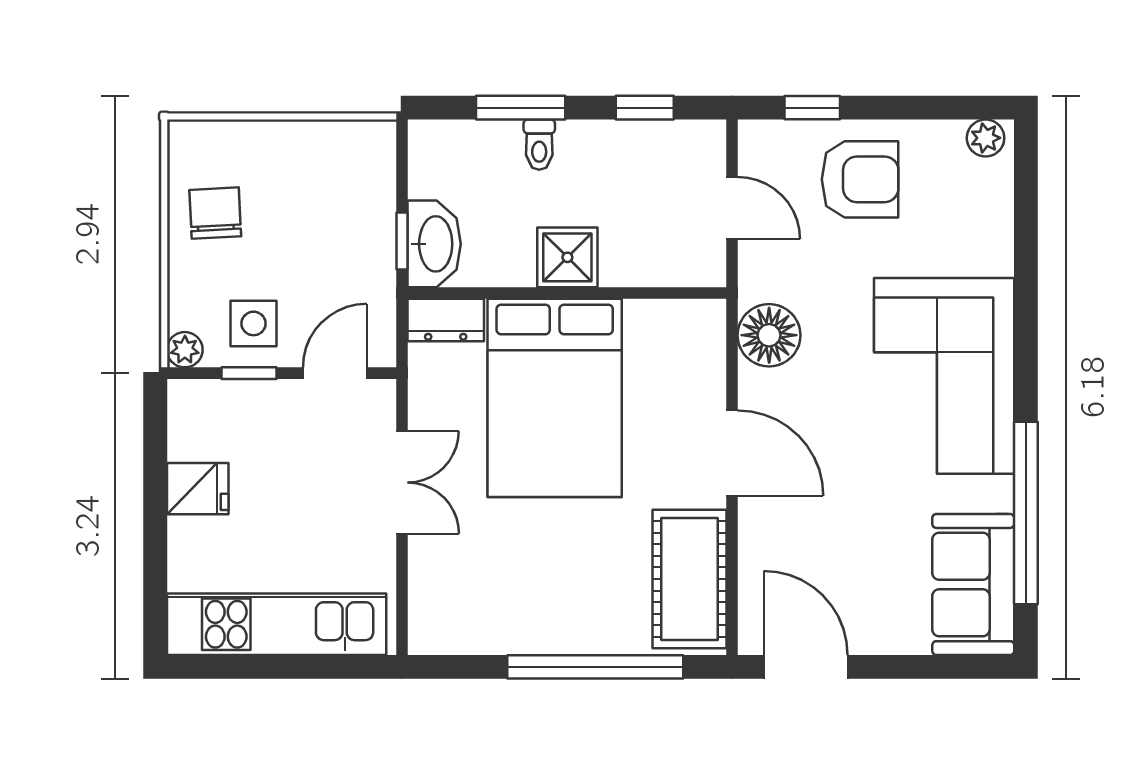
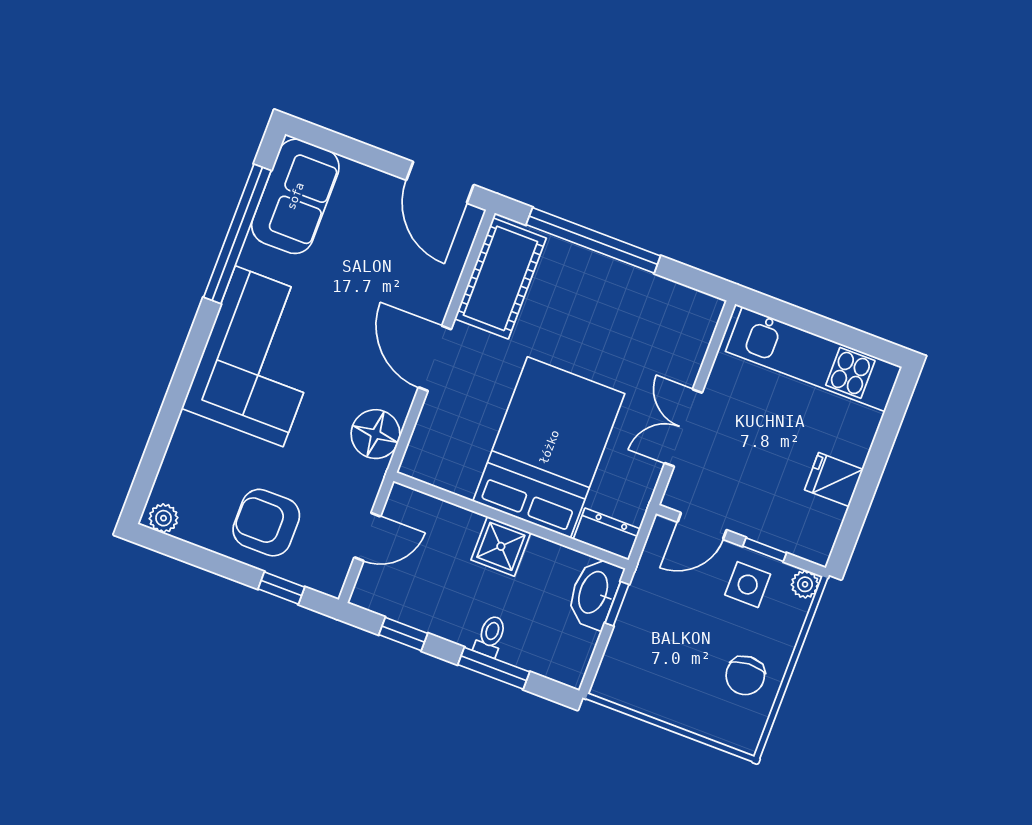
door: (732, 208) -> (367, 537), swing flipped

